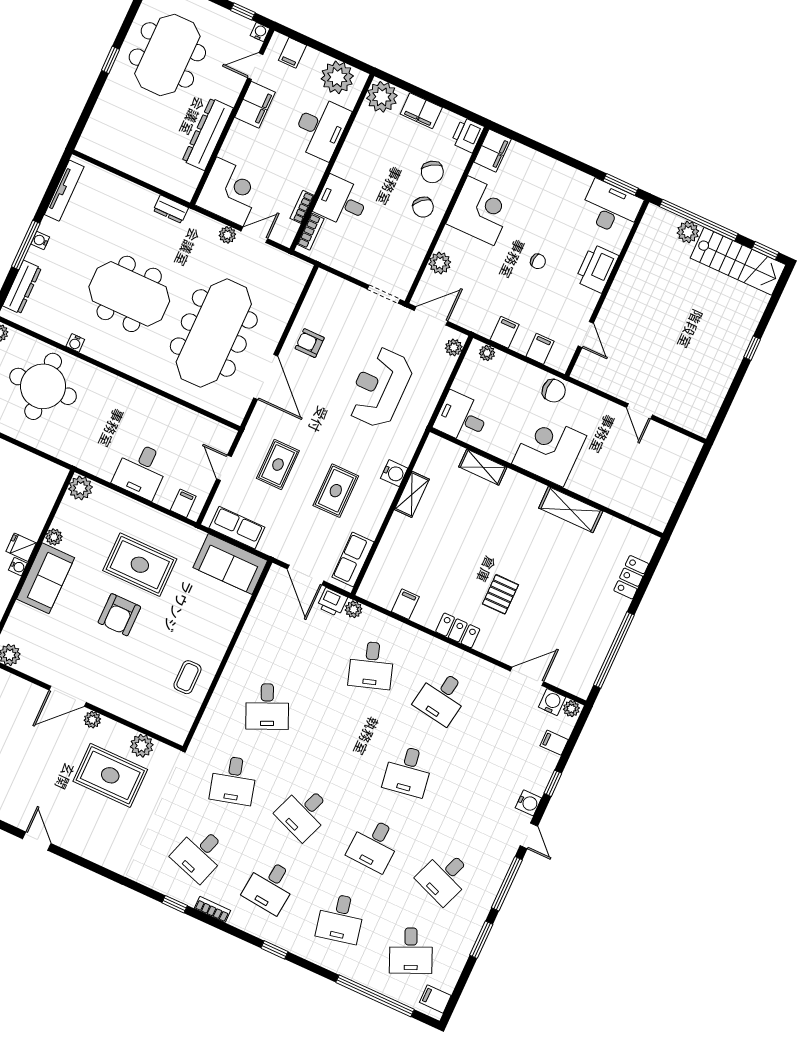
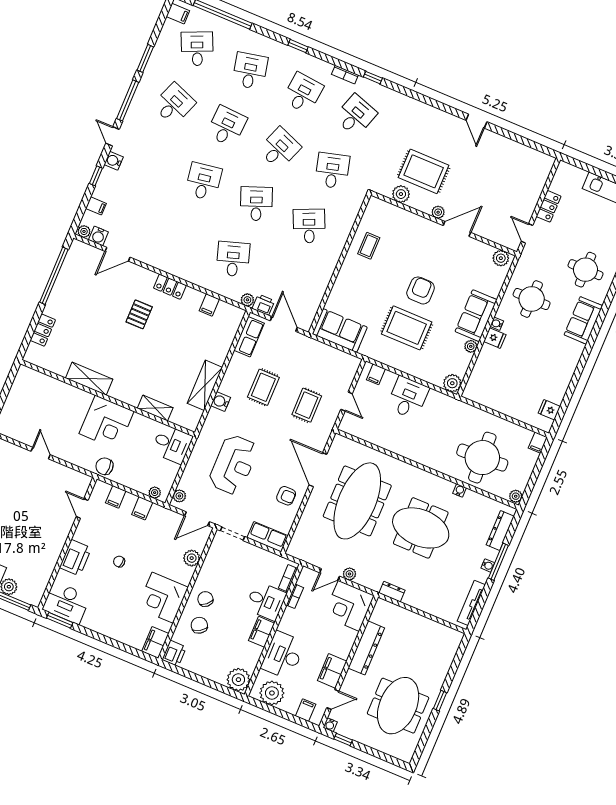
filing cabinet: (421, 111) -> (262, 632), moved, turned -90
shelving: (412, 494) -> (205, 385), width x1.50, depth x1.33
row of seats: (237, 528) -> (268, 537), moved, turned 180
desk: (442, 697) -> (256, 204), moved, turned -30

